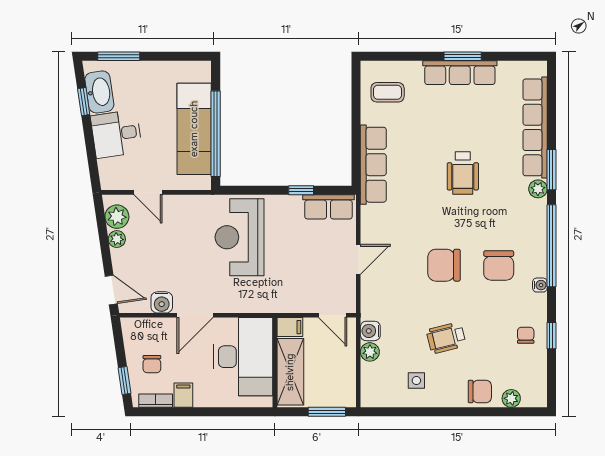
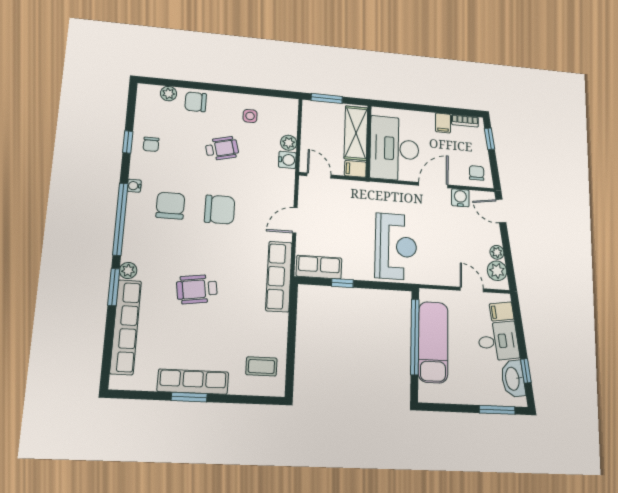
row of seats: (373, 165) -> (279, 276), moved
filing cabinet: (112, 169) -> (502, 311), added
wheelchair: (463, 173) -> (197, 289), turned -98
chair: (152, 364) -> (477, 173), moved

